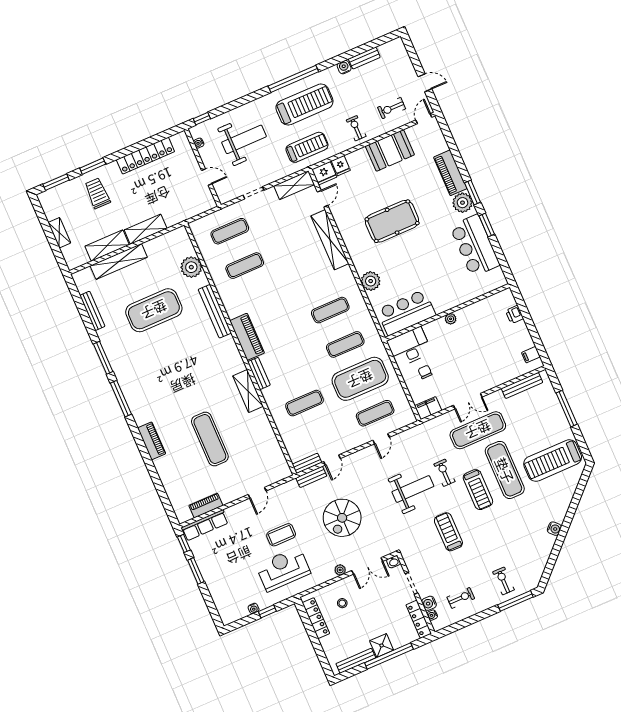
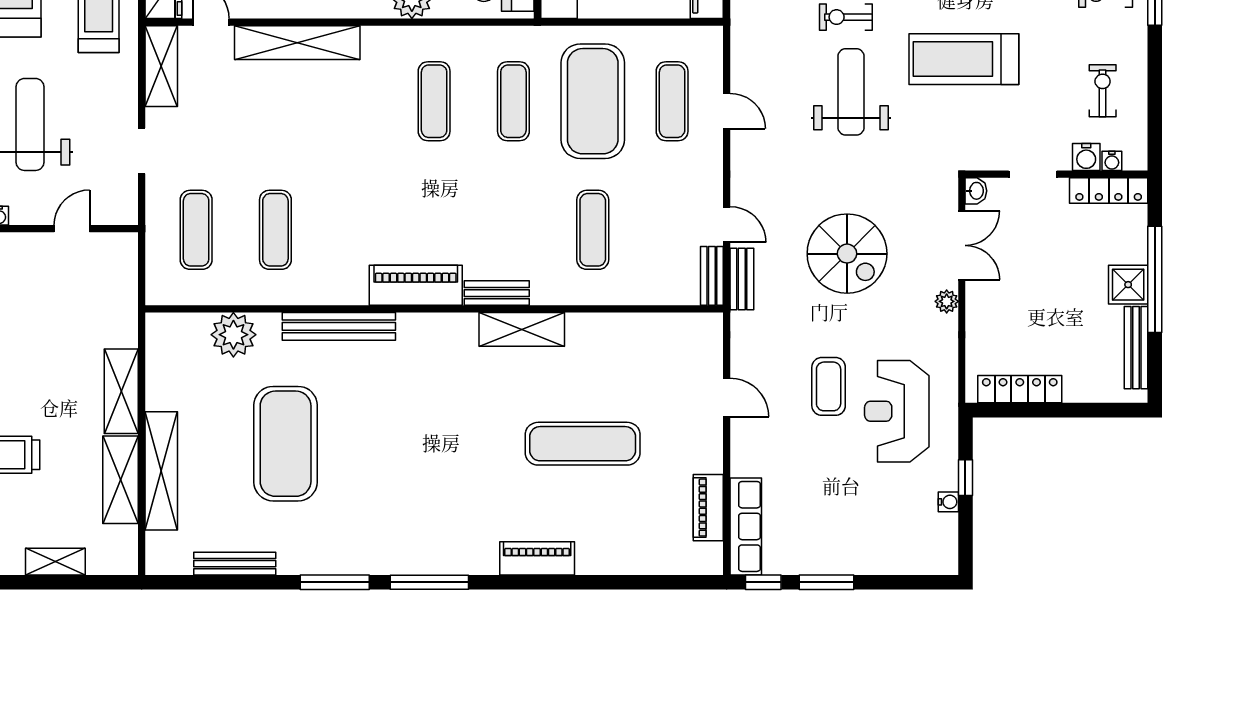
treadmill: (448, 532) -> (964, 59), width x1.37, depth x1.38
stool: (342, 603) -> (1013, 325), removed

